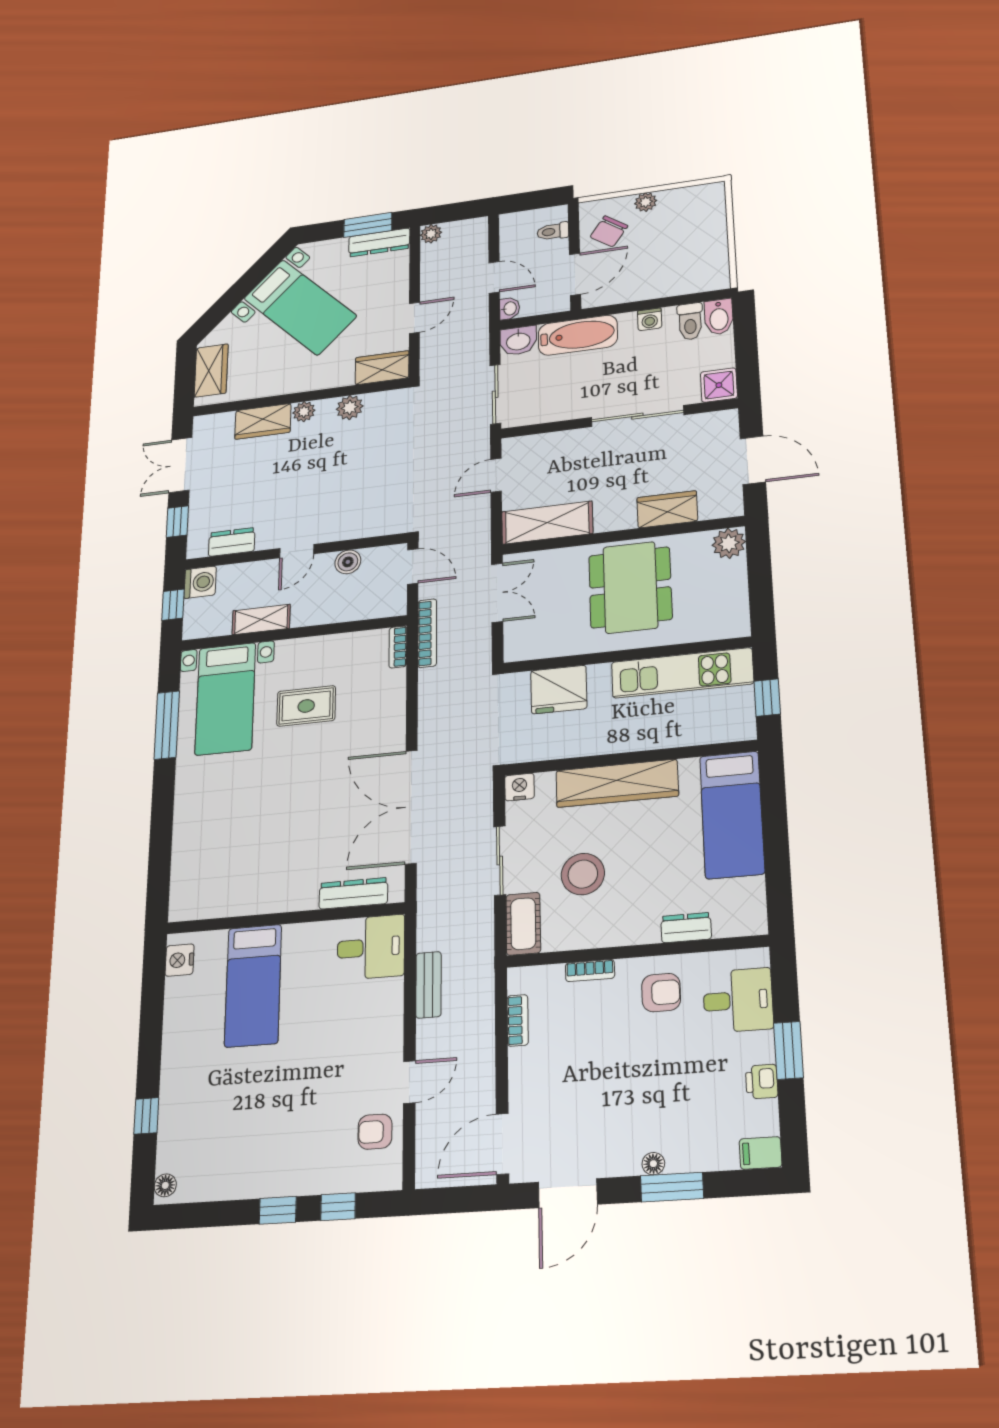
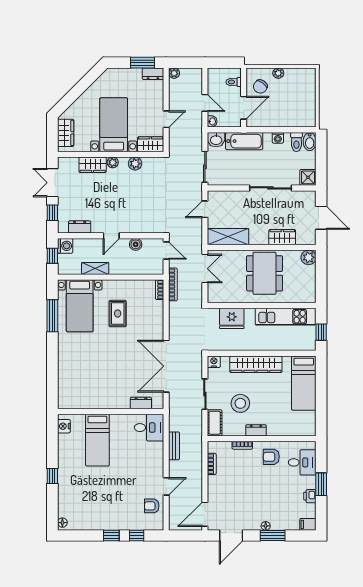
dresser: (379, 242) -> (153, 74), width x0.70
bed with nightstands: (300, 307) -> (114, 125), moved, turned -135
rug: (306, 706) -> (118, 314), turned 90
dresser: (353, 893) -> (141, 403), width x0.70
dresser: (686, 928) -> (256, 430), moved
armchair: (661, 993) -> (271, 457), turned 180
window: (146, 1116) -> (52, 476), moved

